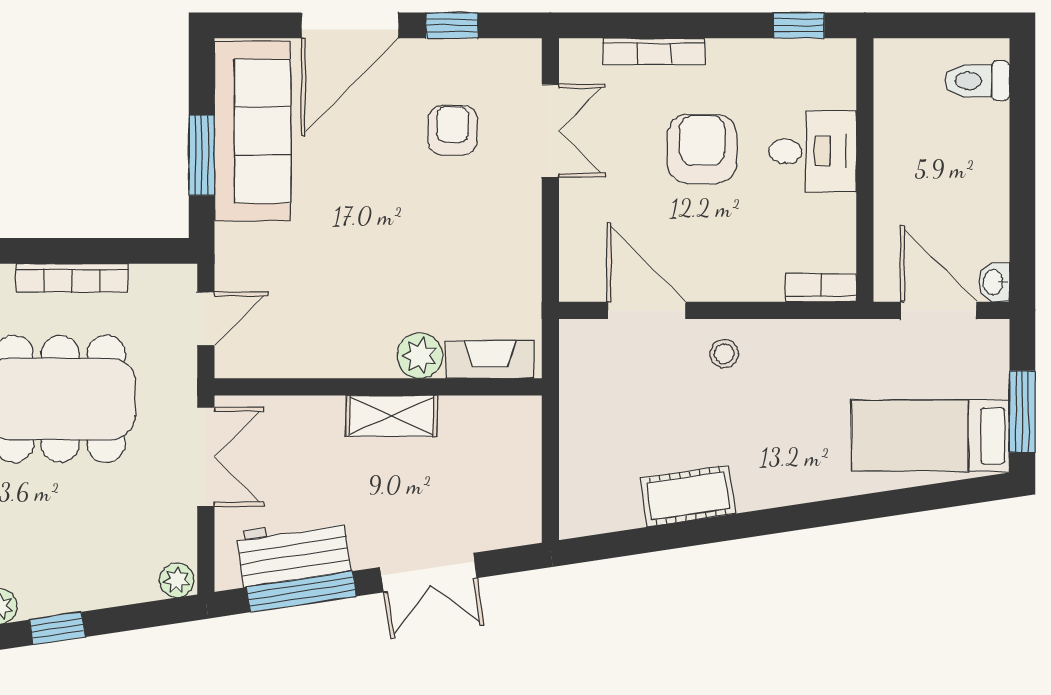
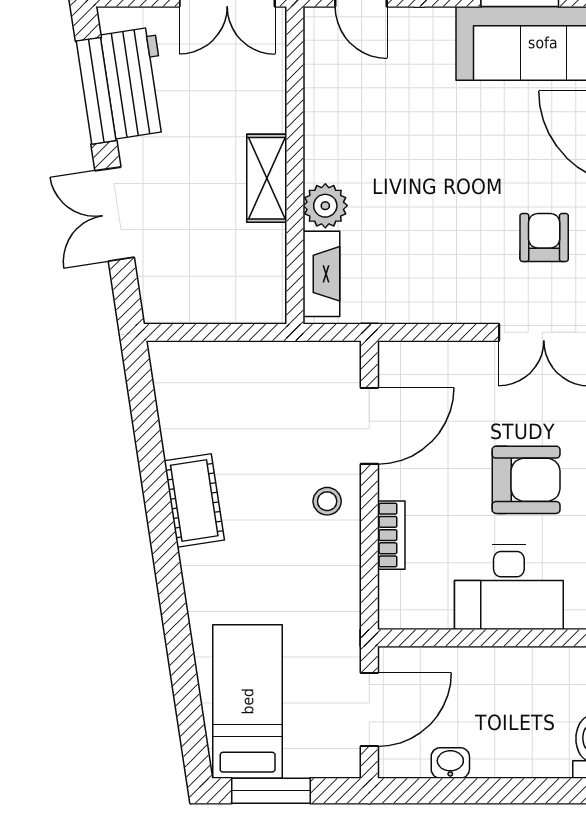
armchair: (452, 130) -> (544, 237), turned -90
desk: (813, 151) -> (509, 587), width x1.37
washbasin: (994, 282) -> (450, 763), moved
bookcase: (821, 288) -> (391, 535), moved
cot: (688, 496) -> (194, 500), moved

